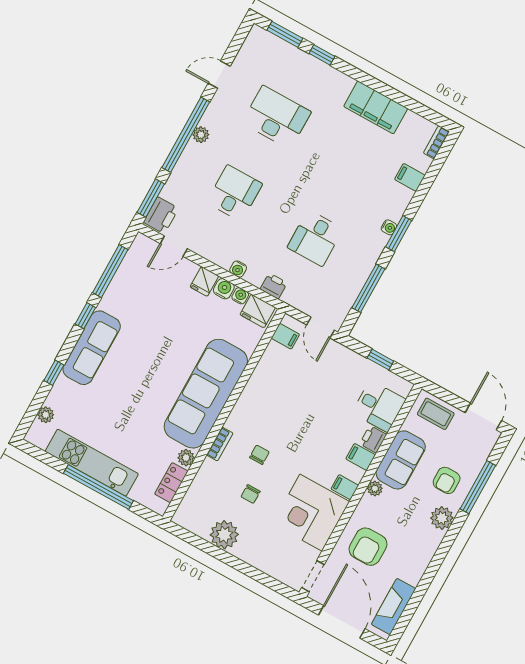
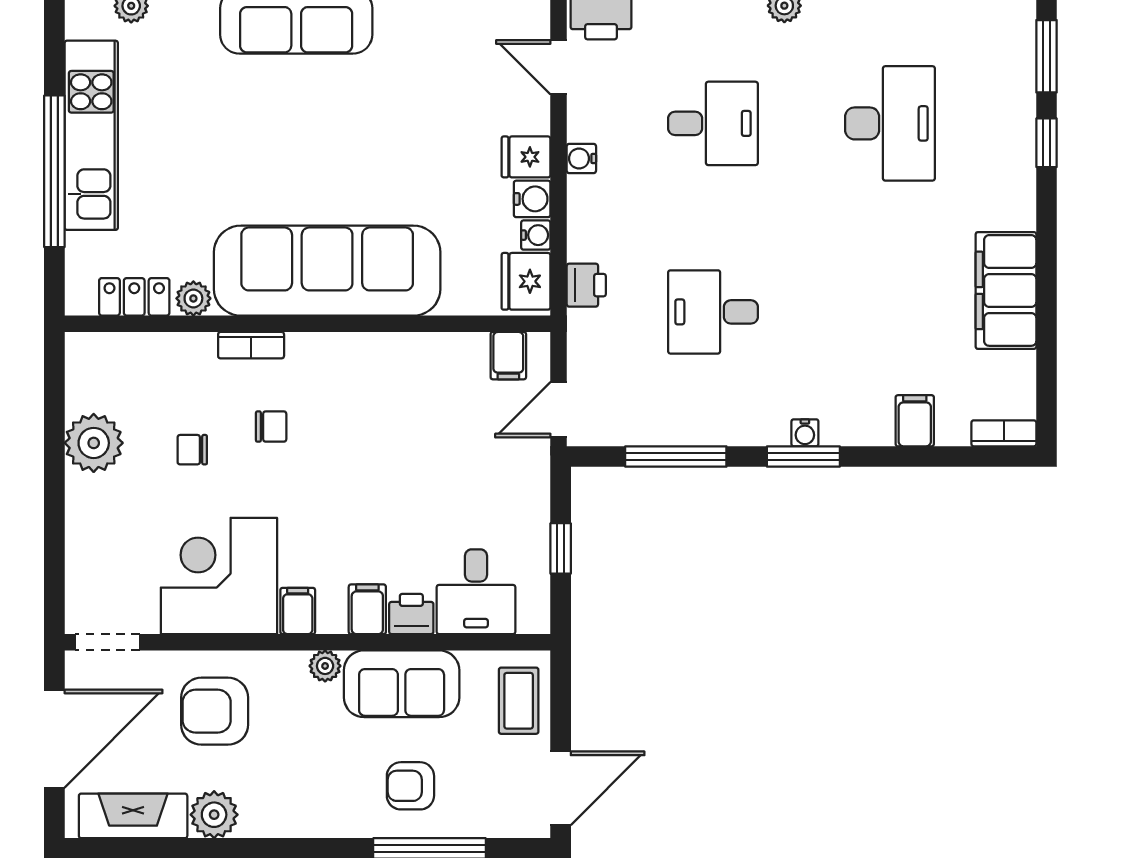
water cooler: (238, 269) -> (581, 158), moved
plant: (442, 518) -> (214, 815), moved

